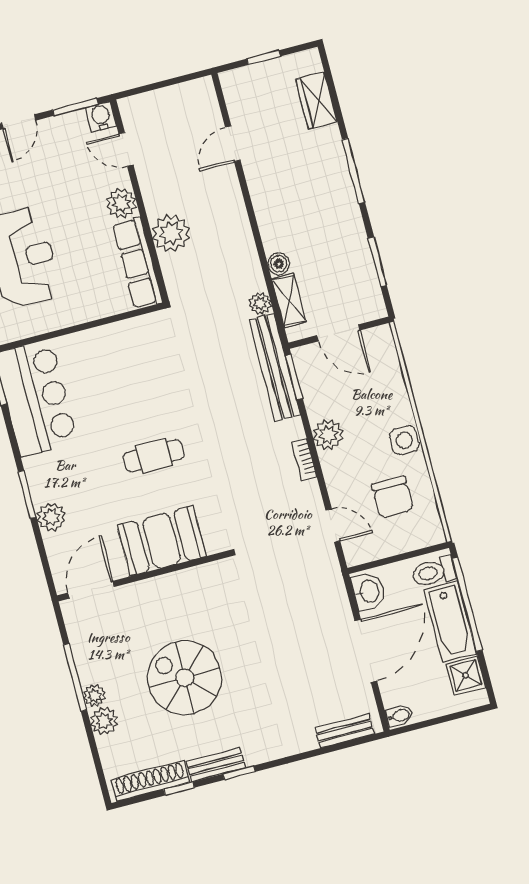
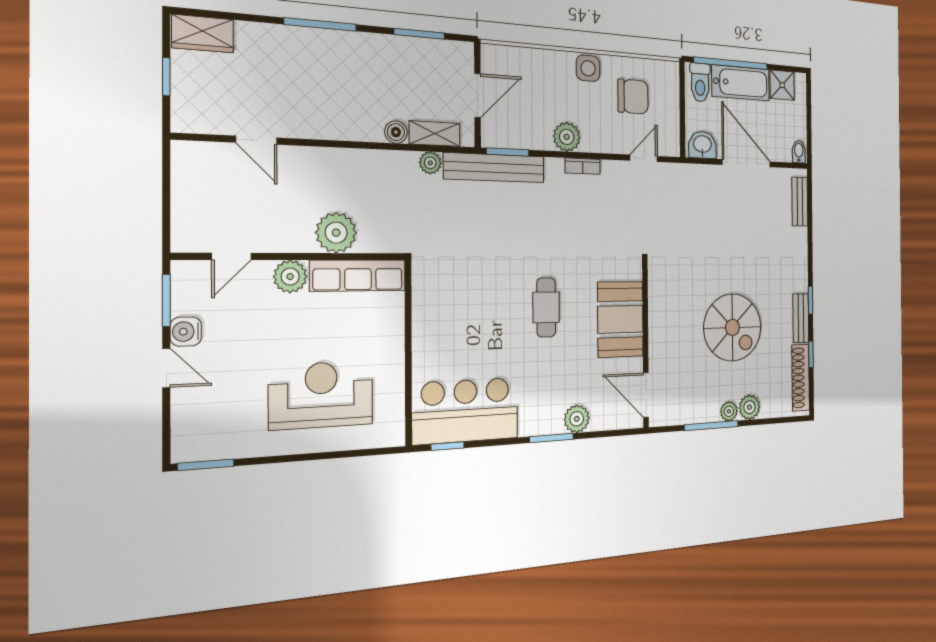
wardrobe: (316, 100) -> (203, 34), moved
water cooler: (101, 117) -> (186, 332), moved
spiral stairs: (185, 678) -> (732, 327), turned -90

